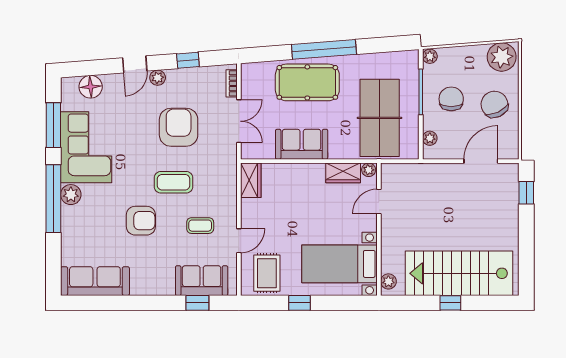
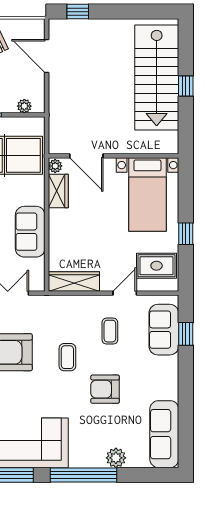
wardrobe: (251, 180) -> (74, 282), width x1.50
coffee table: (174, 182) -> (67, 357), width x0.73, depth x0.77
plant: (71, 195) -> (116, 458), moved
door: (379, 202) -> (86, 156), width x1.38
armchair: (141, 221) -> (105, 389), turned -90
door: (239, 241) -> (125, 293), hinge flipped
plant: (388, 281) -> (165, 147), removed

